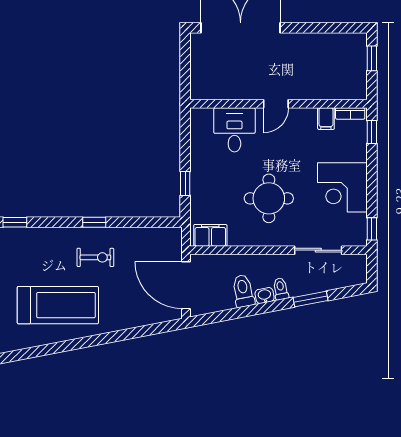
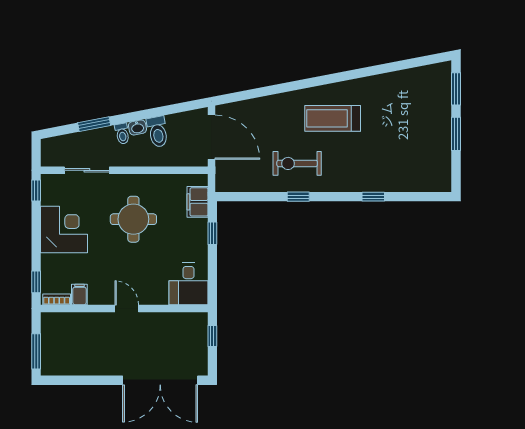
window: (372, 58) -> (36, 351), width x1.50
window: (185, 75) -> (212, 336), added
door: (276, 104) -> (127, 308), hinge flipped
desk: (234, 130) -> (188, 284), moved
filing cabinet: (210, 235) -> (198, 202), moved, turned 90
exercise bike: (95, 257) -> (297, 163), width x1.38, depth x1.39
treadmill: (58, 305) -> (333, 118), width x0.73, depth x0.73

